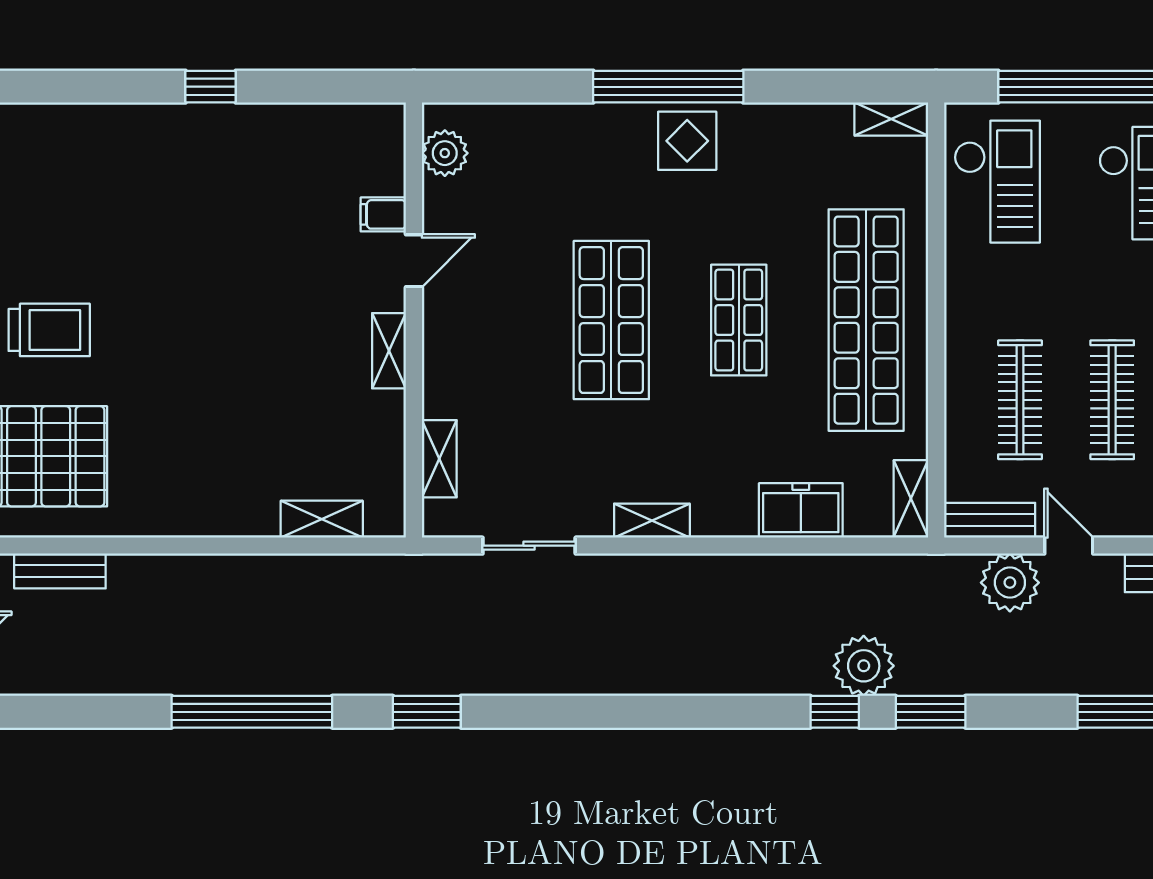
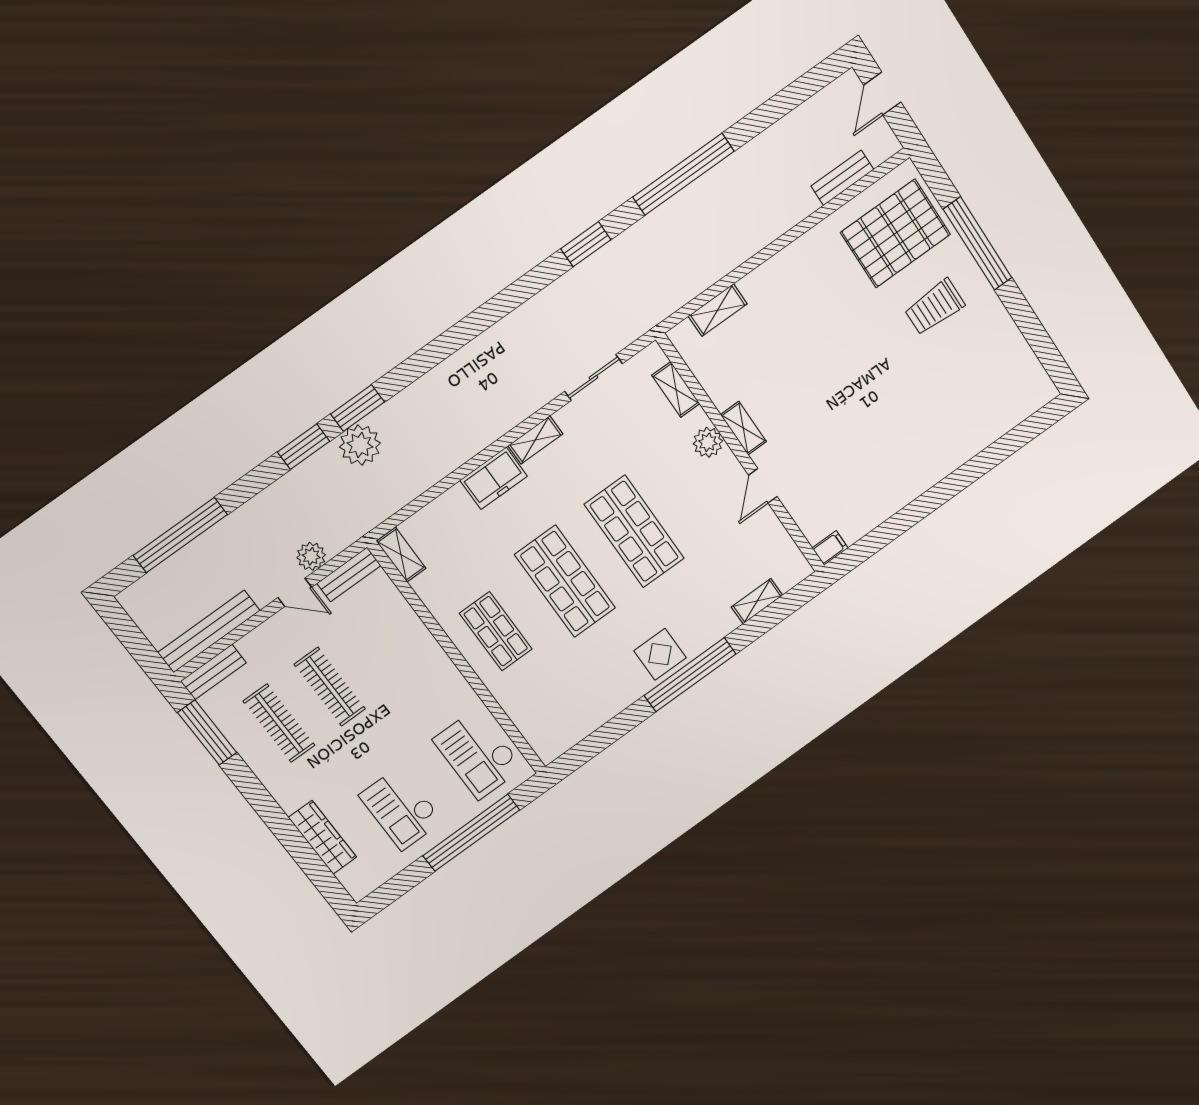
window: (211, 87) -> (933, 499), removed
shelving: (891, 119) -> (757, 601), moved
plant: (445, 153) -> (708, 442), moved
filing cabinet: (383, 214) -> (830, 548), moved
shop shelf: (739, 320) -> (565, 581), width x1.43, depth x1.36
shop shelf: (866, 320) -> (496, 631), width x0.50, depth x0.74
clothes rail: (1020, 400) -> (380, 650), removed
freezer: (801, 510) -> (494, 478), moved
plant: (1010, 583) -> (311, 556), width x0.73, depth x0.73
window: (835, 712) -> (357, 408), width x1.50

